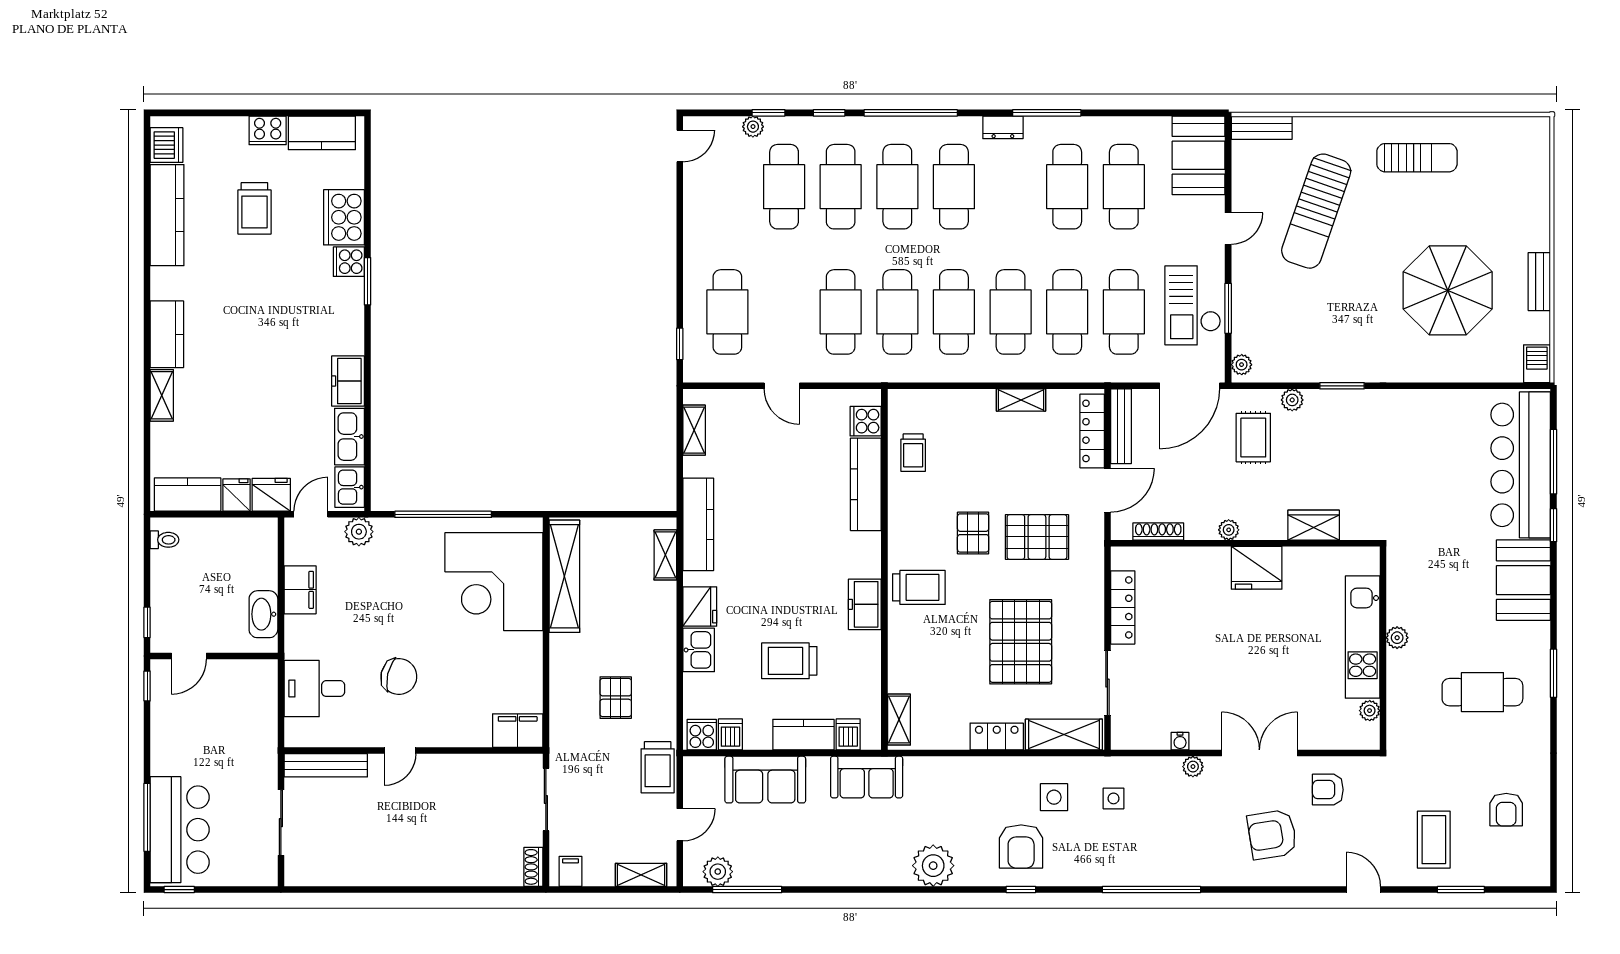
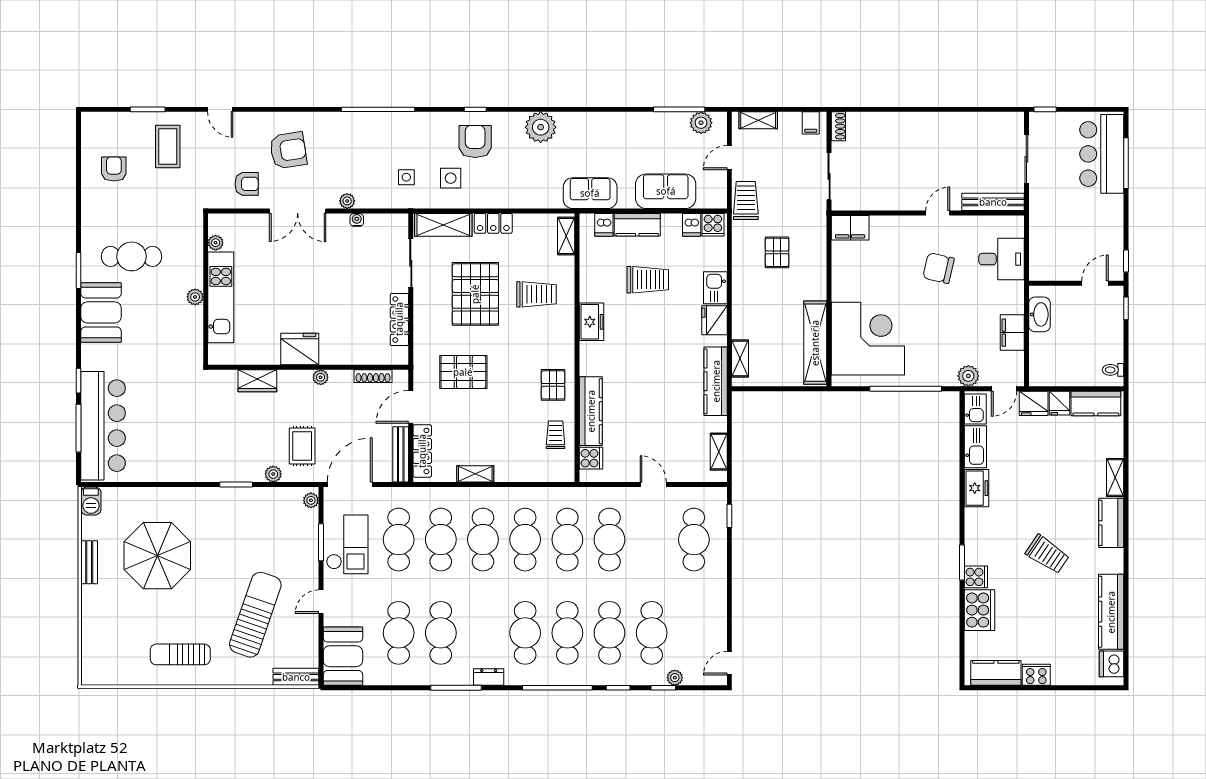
trolley: (254, 208) -> (1047, 554), moved, turned 124
pallet: (973, 533) -> (553, 385), moved
booth: (1523, 580) -> (101, 312), moved
trolley: (919, 587) -> (536, 294), moved, turned 180
window: (179, 890) -> (1045, 109), moved

